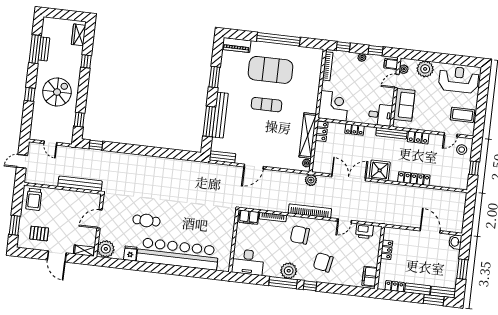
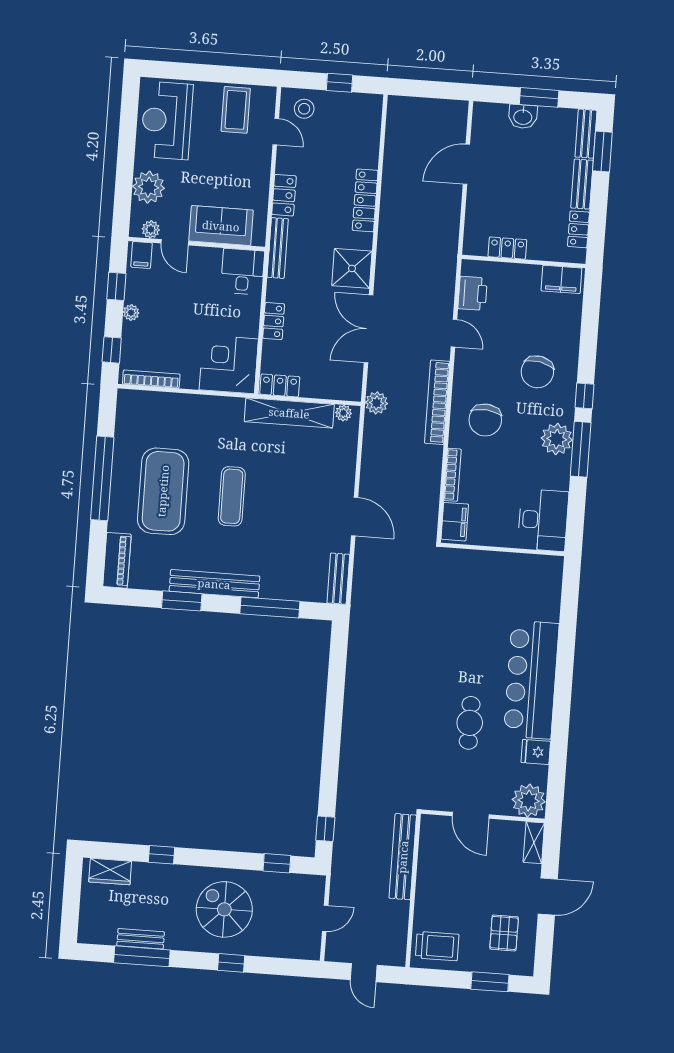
bench: (220, 115) -> (214, 584), moved
washbasin: (455, 242) -> (523, 117), moved
bar counter: (178, 254) -> (531, 680), width x0.73

